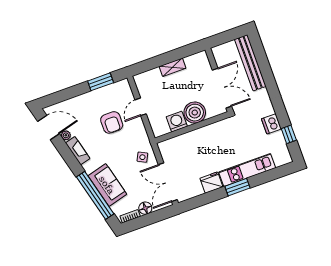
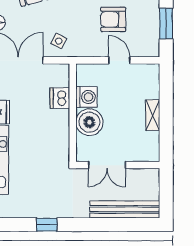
double door: (222, 88) -> (107, 165), width x0.73
dishwasher: (271, 124) -> (60, 98), moved, turned -90
window: (289, 134) -> (47, 225), moved

